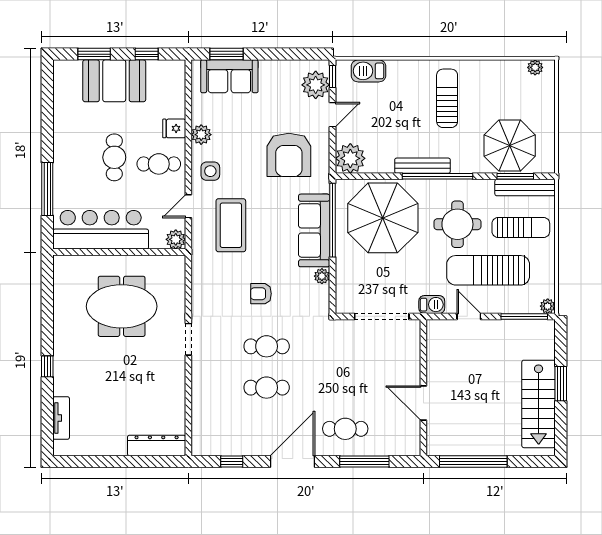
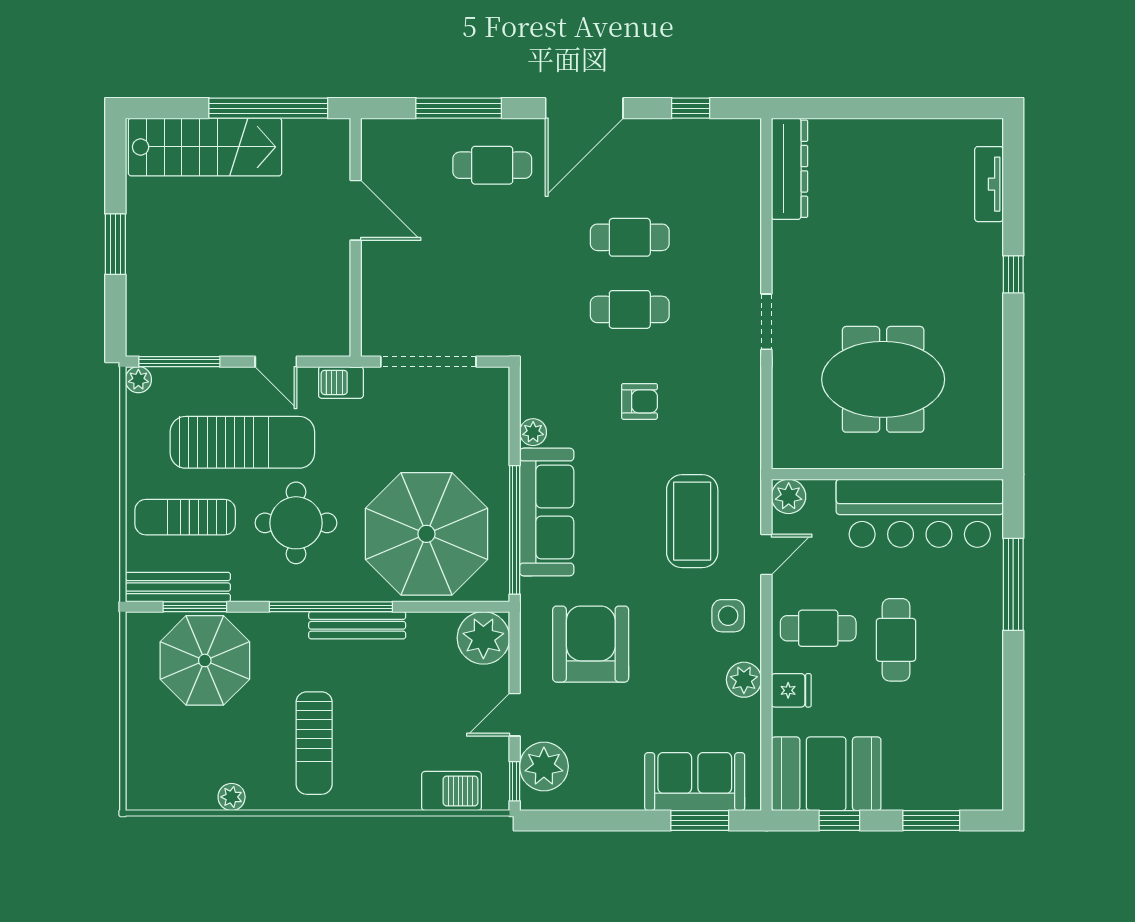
plant: (535, 67) -> (232, 797), moved
booth: (114, 81) -> (826, 774), moved
stairs: (539, 404) -> (205, 147), moved, turned 90
dresser: (157, 445) -> (789, 169), moved, turned -90

